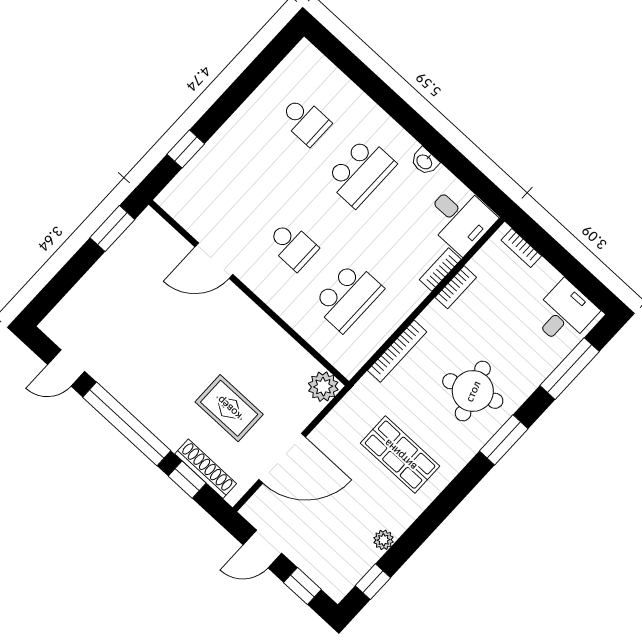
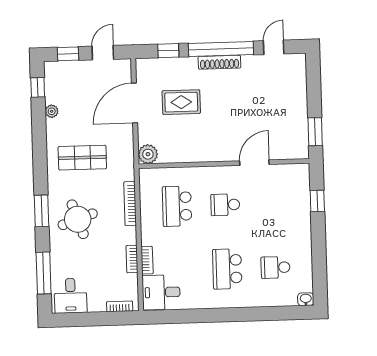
washbasin: (425, 161) -> (306, 299), moved
shoe rack: (206, 469) -> (219, 62), moved

